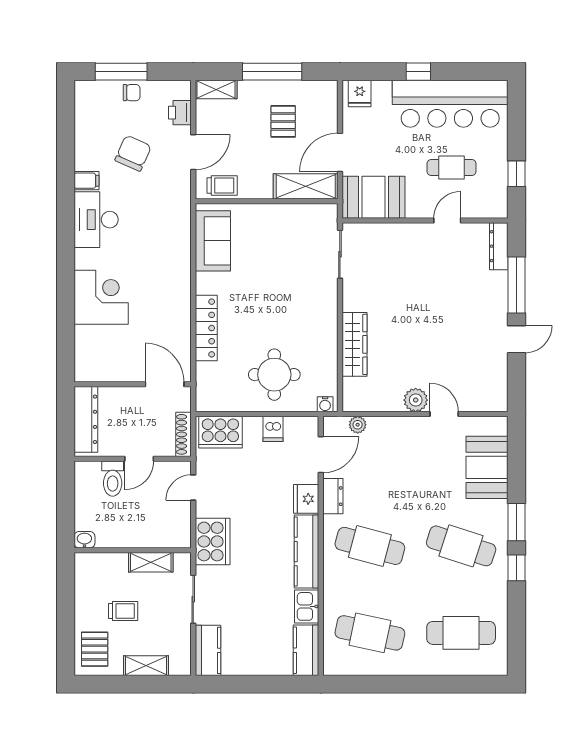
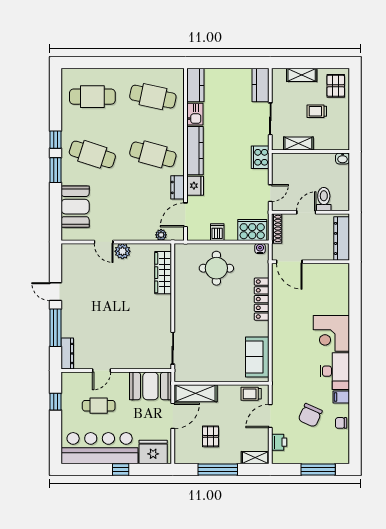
chair: (132, 93) -> (341, 423), moved
fridge: (360, 93) -> (153, 452), width x1.88, depth x1.34
corner desk: (101, 297) -> (331, 333), moved
door: (516, 339) -> (55, 292), hinge flipped
wardrobe: (354, 344) -> (163, 273), moved
water cooler: (325, 404) -> (260, 248), moved
cooker: (213, 541) -> (260, 157), width x0.73, depth x0.76

